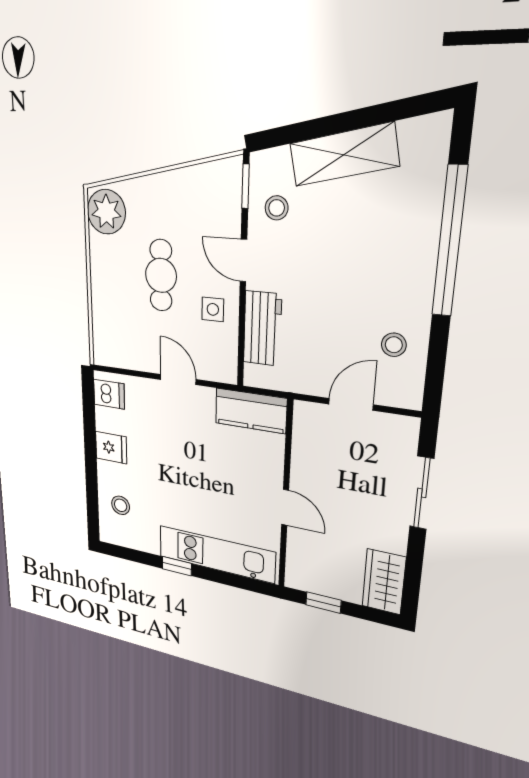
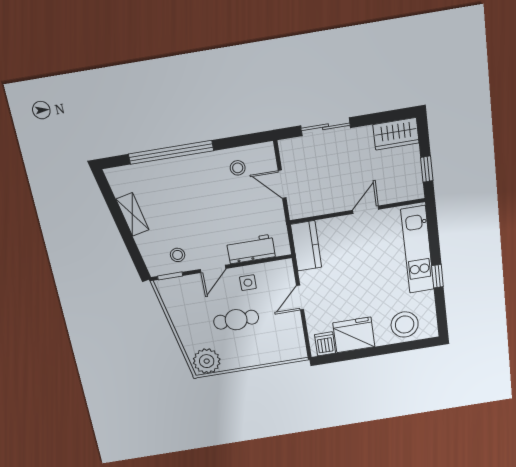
shelving: (344, 155) -> (132, 214), width x0.67, depth x0.75
fridge: (111, 448) -> (354, 335), width x1.88, depth x1.34
stool: (121, 505) -> (405, 325), width x1.89, depth x1.89

